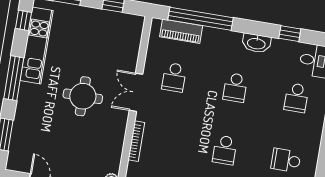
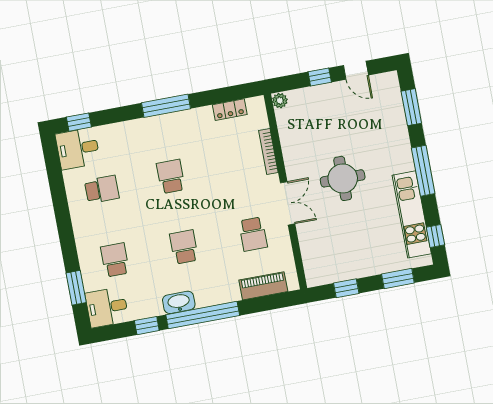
window: (201, 19) -> (203, 315), moved
school desk: (174, 77) -> (253, 234), turned 180

